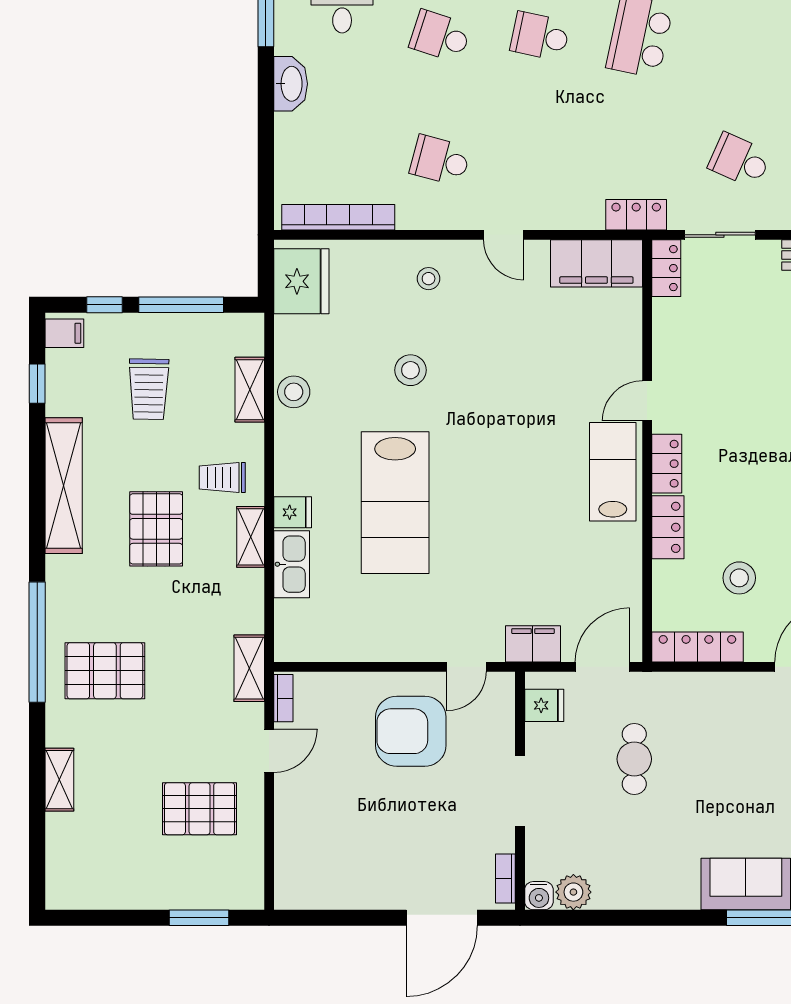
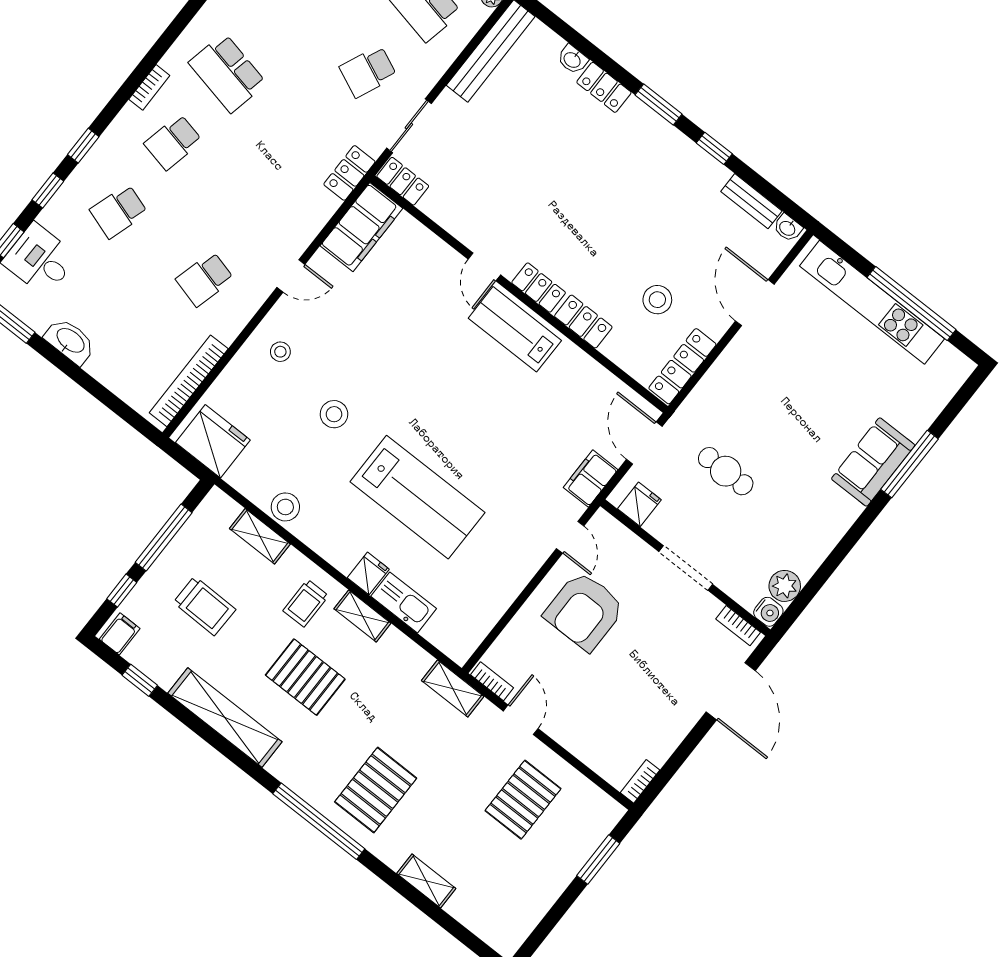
bookcase: (298, 900) -> (640, 781), added

